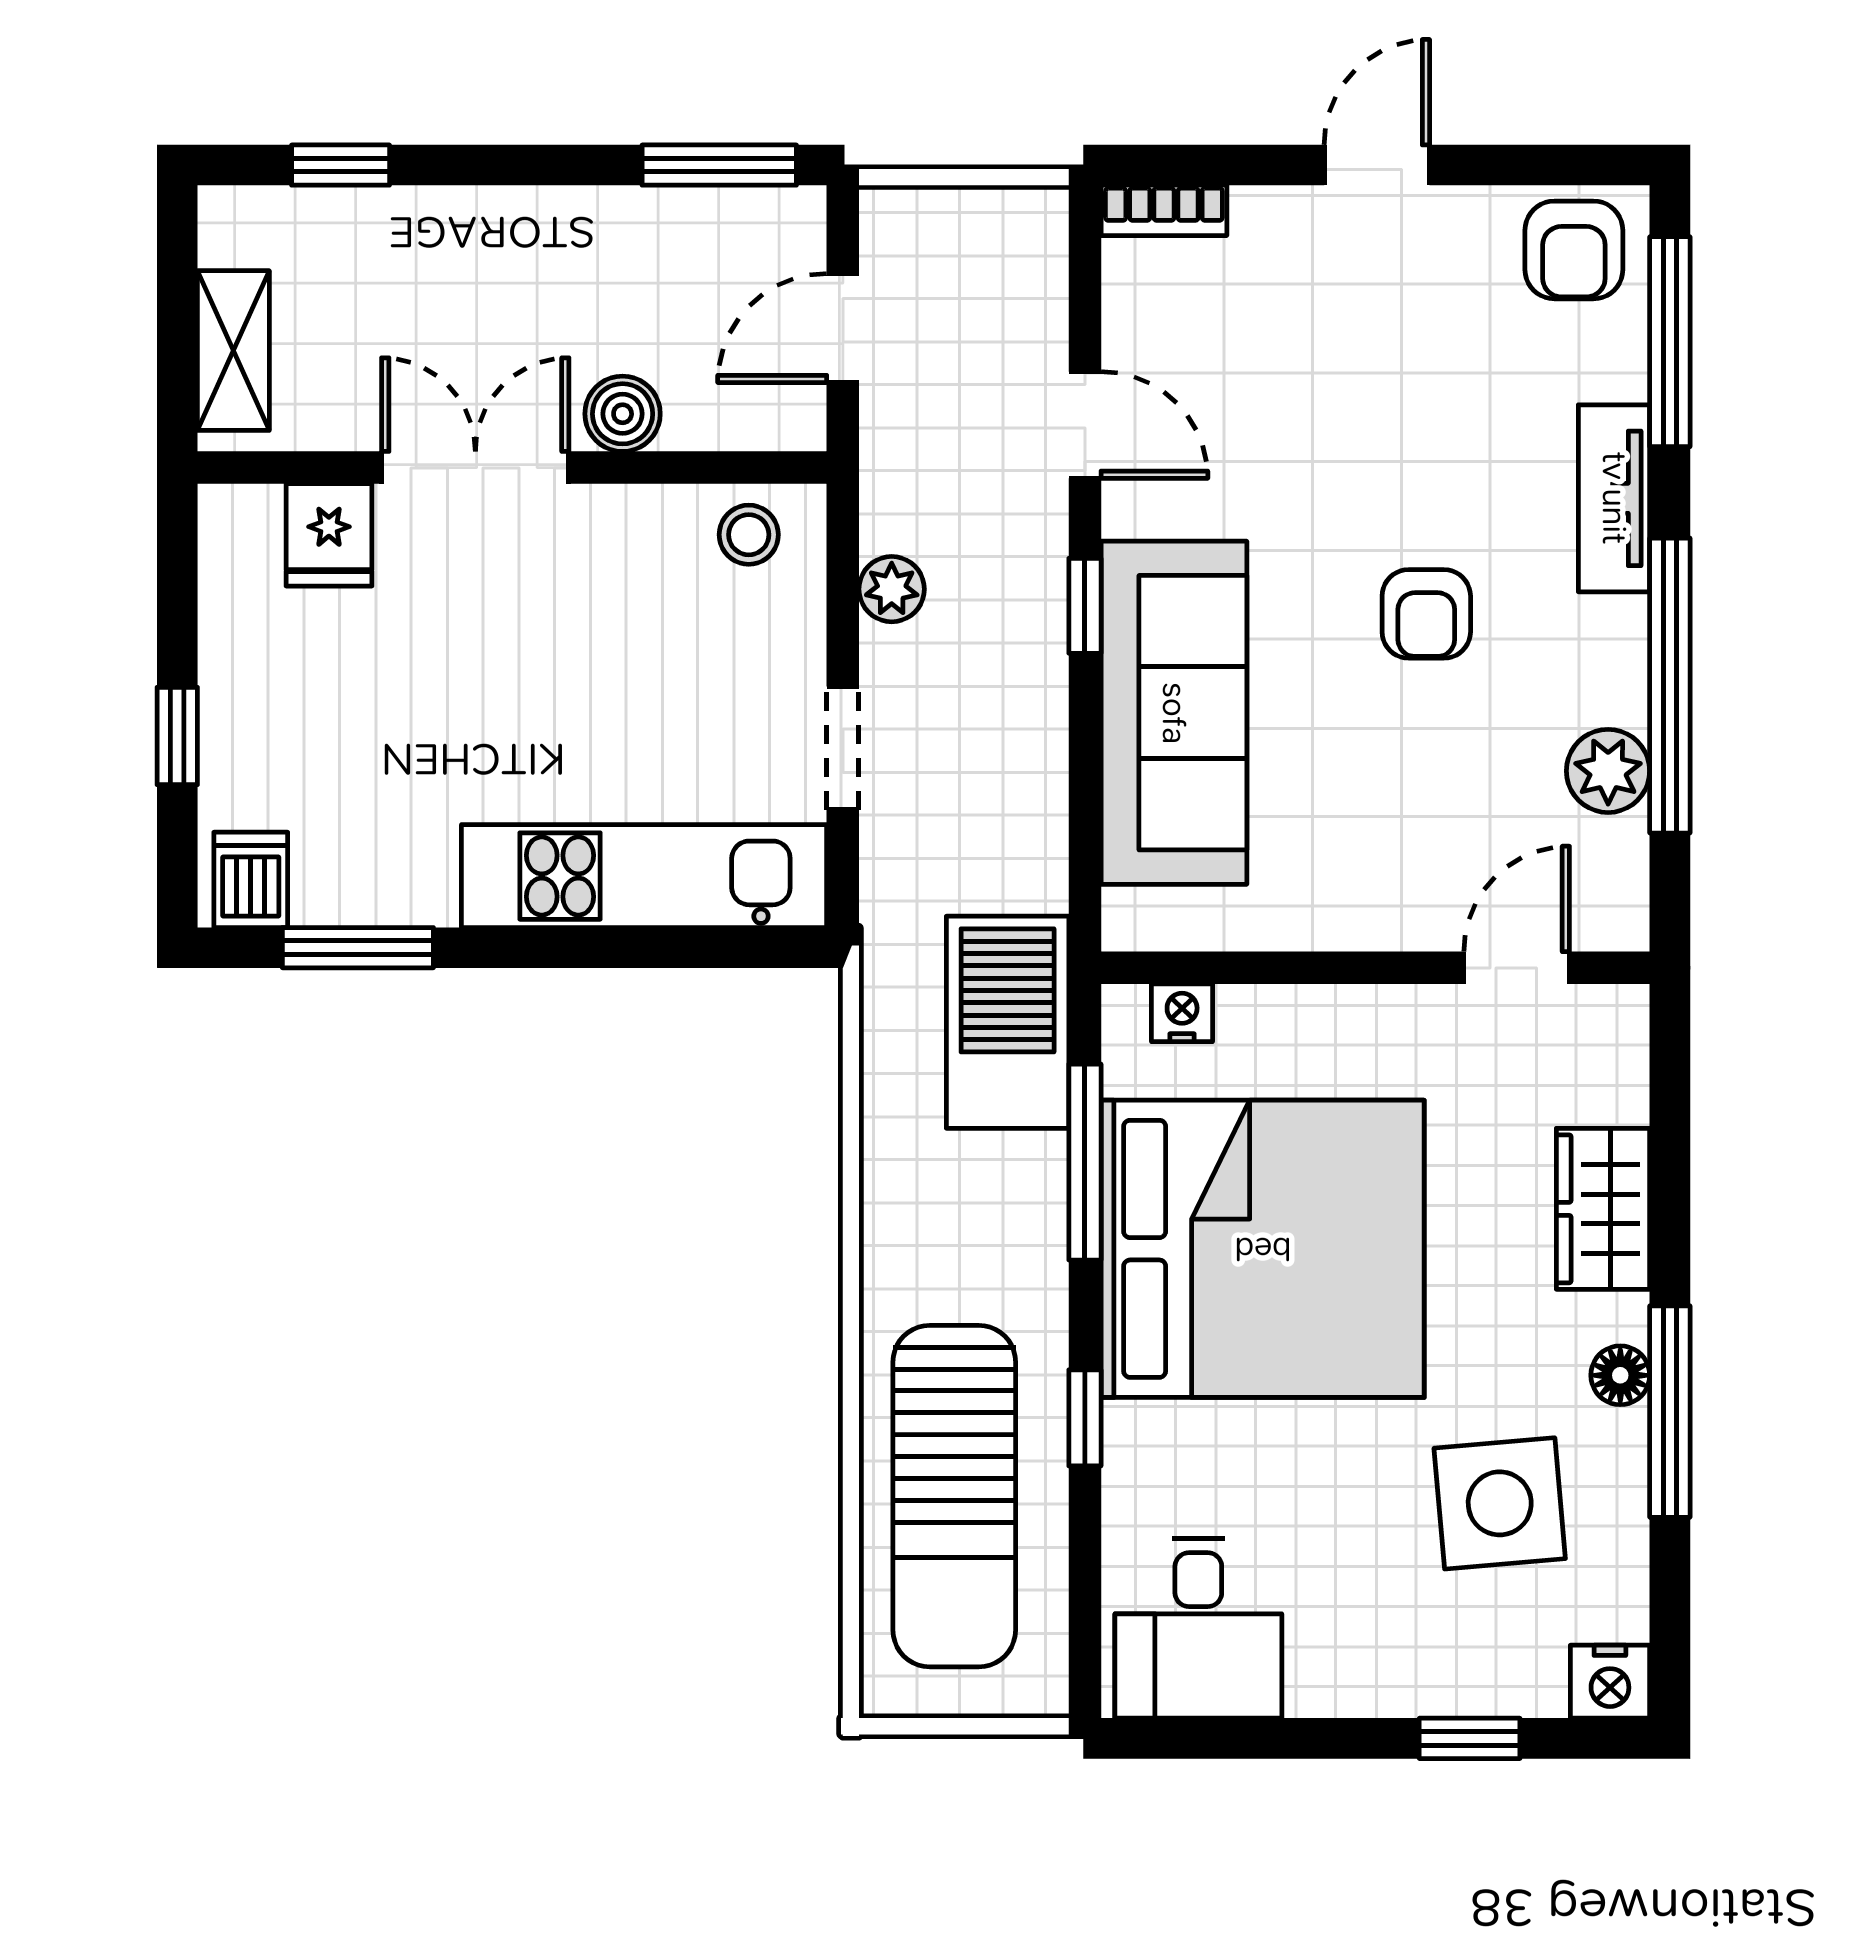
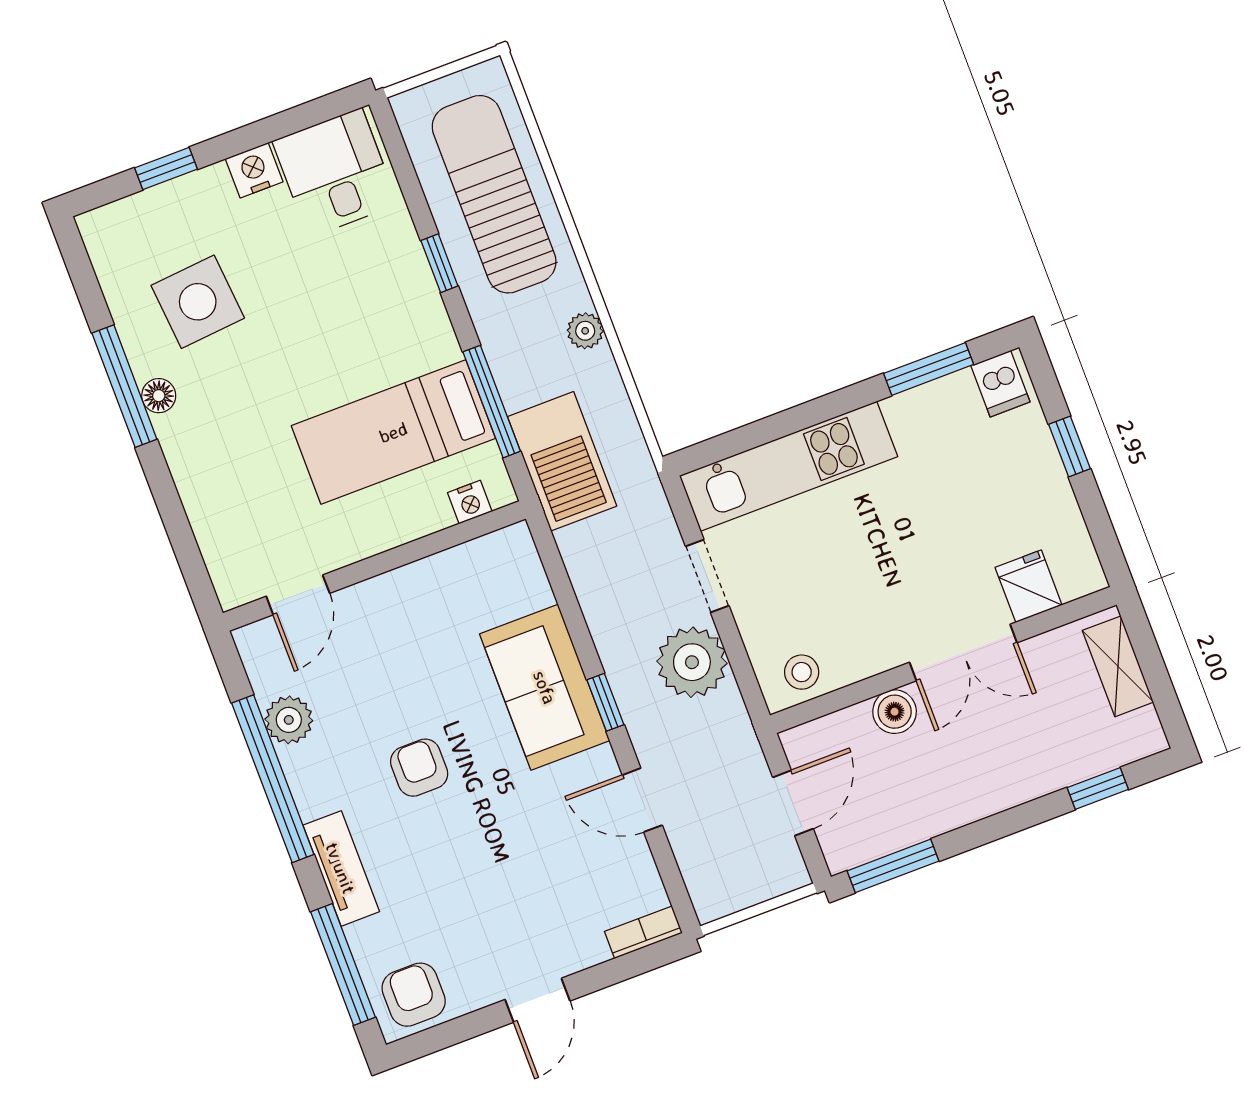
plant: (892, 589) -> (692, 662), width x1.88, depth x1.88
sofa: (1174, 713) -> (545, 687), width x0.73
wardrobe: (1603, 1209) -> (202, 482), removed
plant: (890, 1219) -> (585, 331), added
bed: (1263, 1249) -> (393, 432), width x0.49
nightstand: (1610, 1682) -> (254, 170), moved

